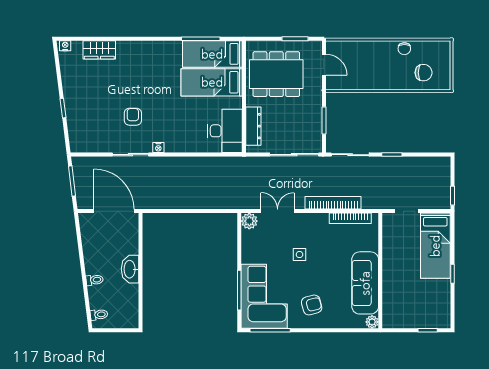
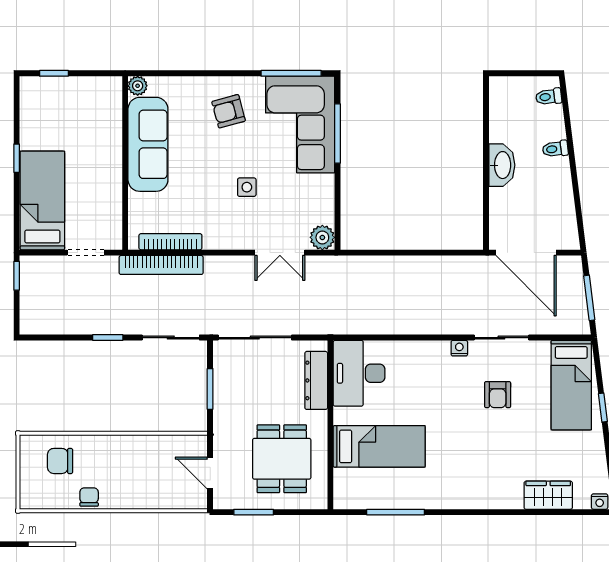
bed: (212, 54) -> (571, 385), moved, turned 90
dining table: (276, 74) -> (282, 459), width x0.73
bookcase: (333, 203) -> (161, 265), moved

